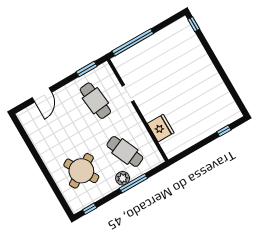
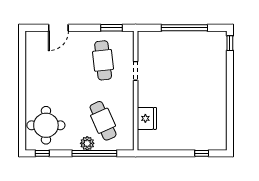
window: (133, 42) -> (184, 28), moved
round table: (81, 171) -> (46, 125), moved, turned 31
window: (133, 183) -> (94, 153), width x1.46

